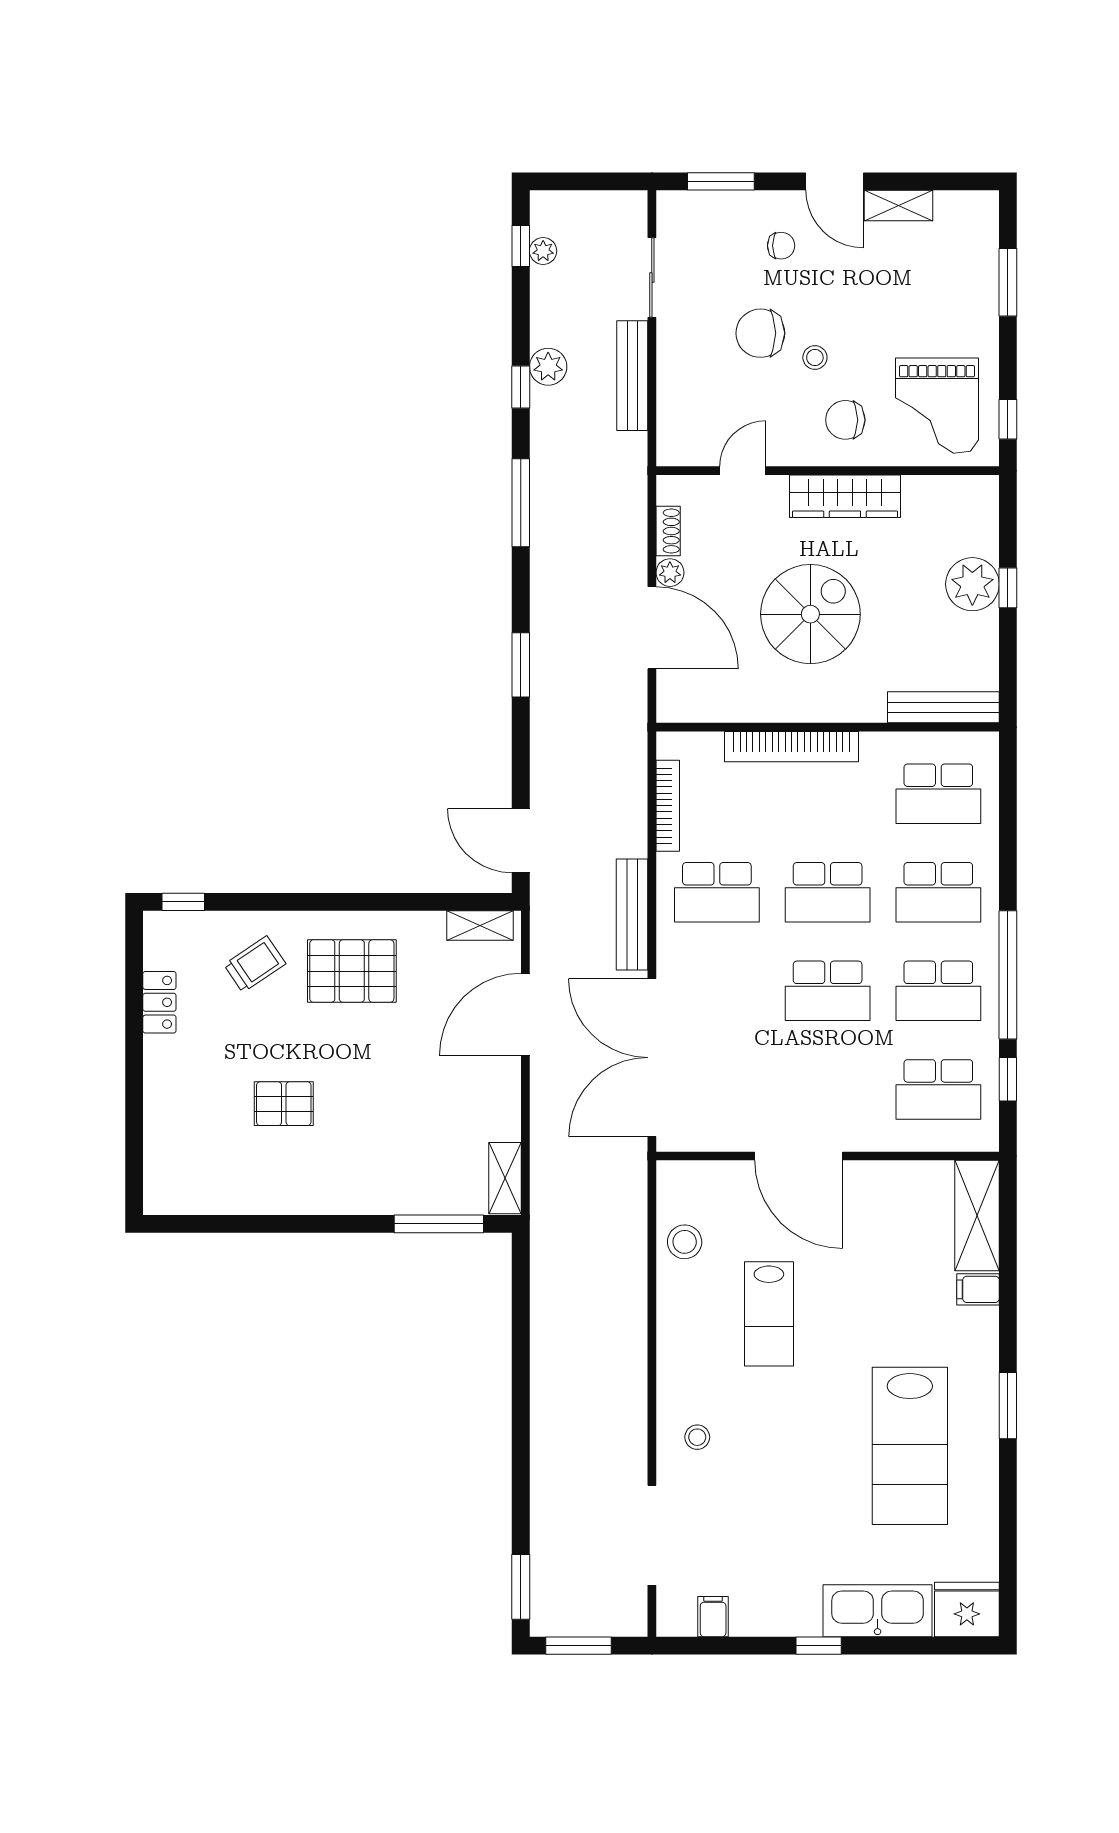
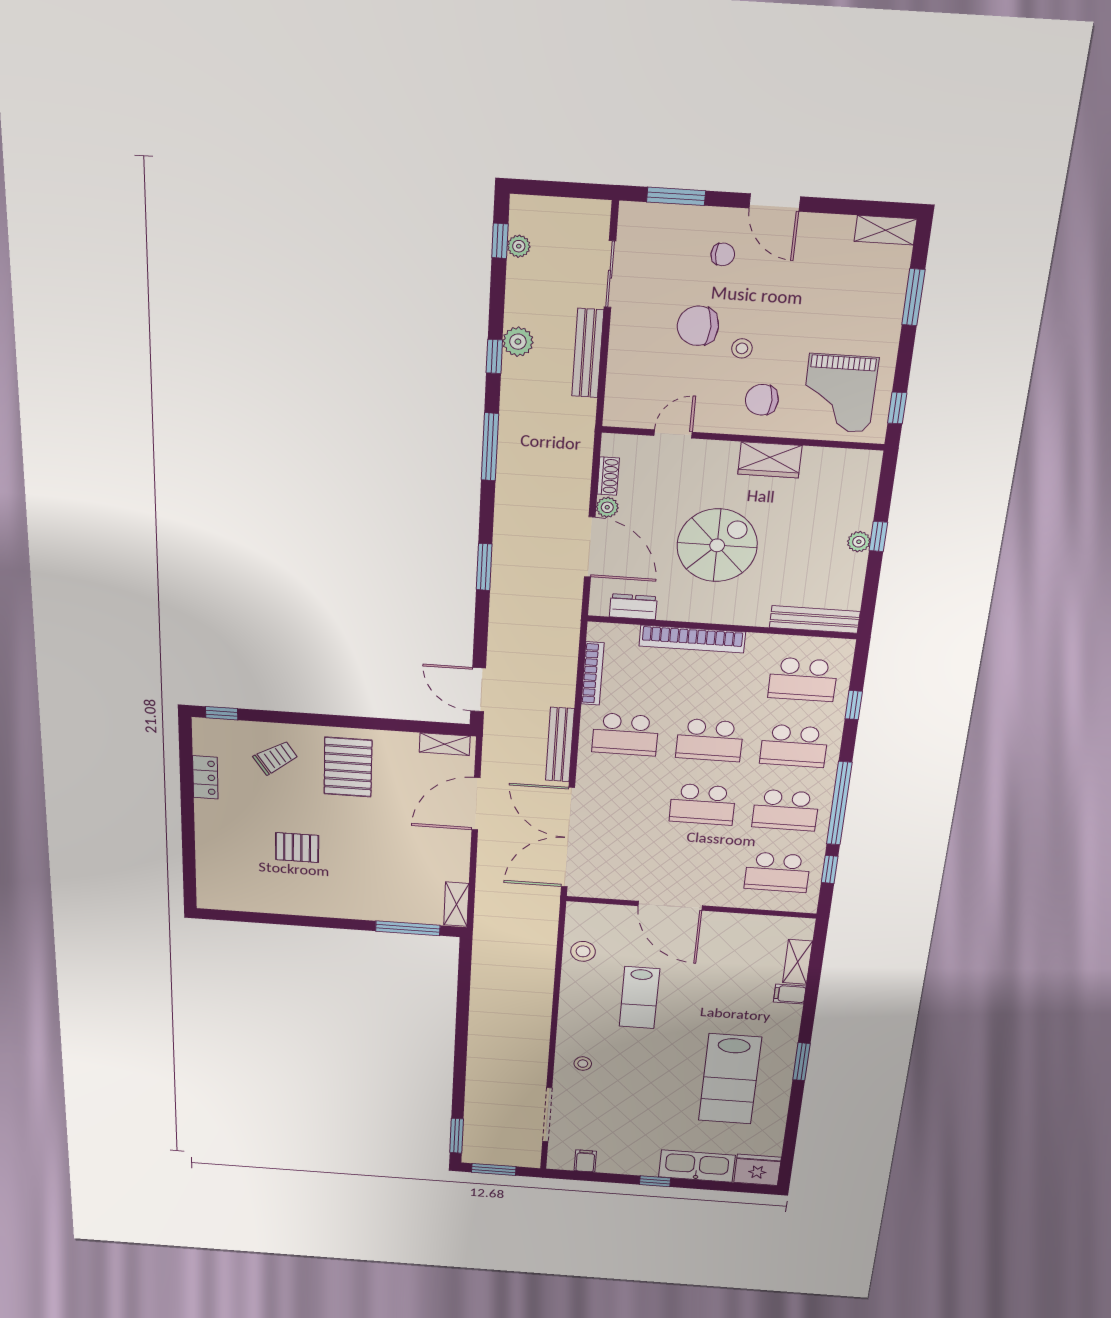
shelving: (899, 205) -> (886, 230), moved
wardrobe: (845, 496) -> (770, 460), width x0.67
plant: (972, 584) -> (859, 542), width x0.53, depth x0.53
dresser: (713, 707) -> (633, 607), added
window: (1008, 826) -> (854, 705), added
pallet: (352, 971) -> (348, 767), turned 90
shelving: (977, 1215) -> (798, 962), width x0.67, depth x0.75

